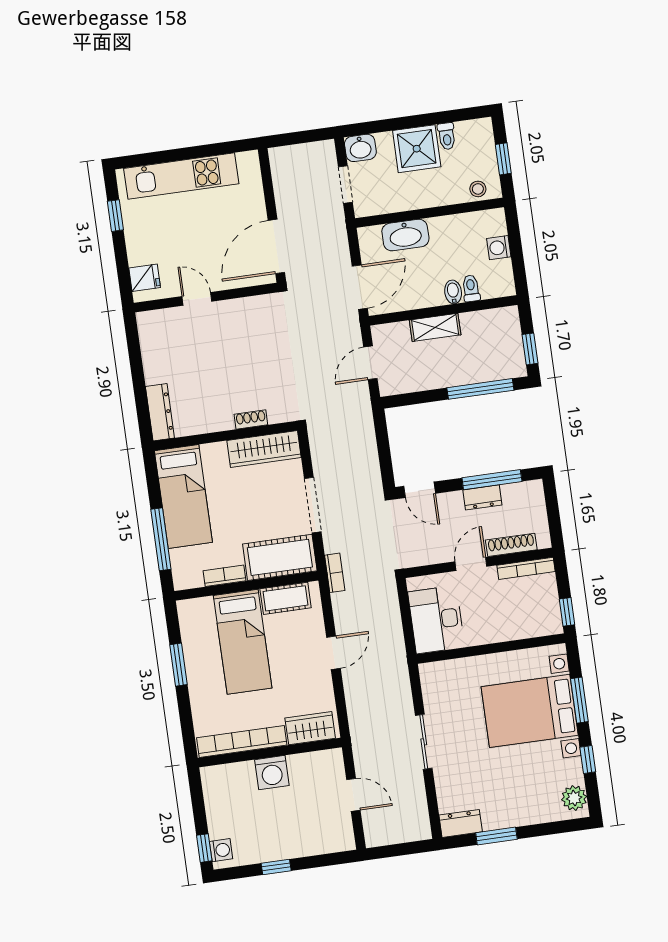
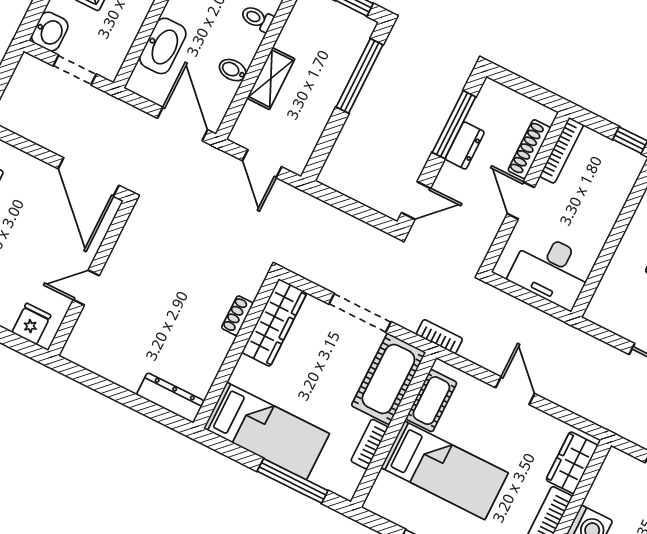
bidet: (453, 292) -> (233, 70), moved

